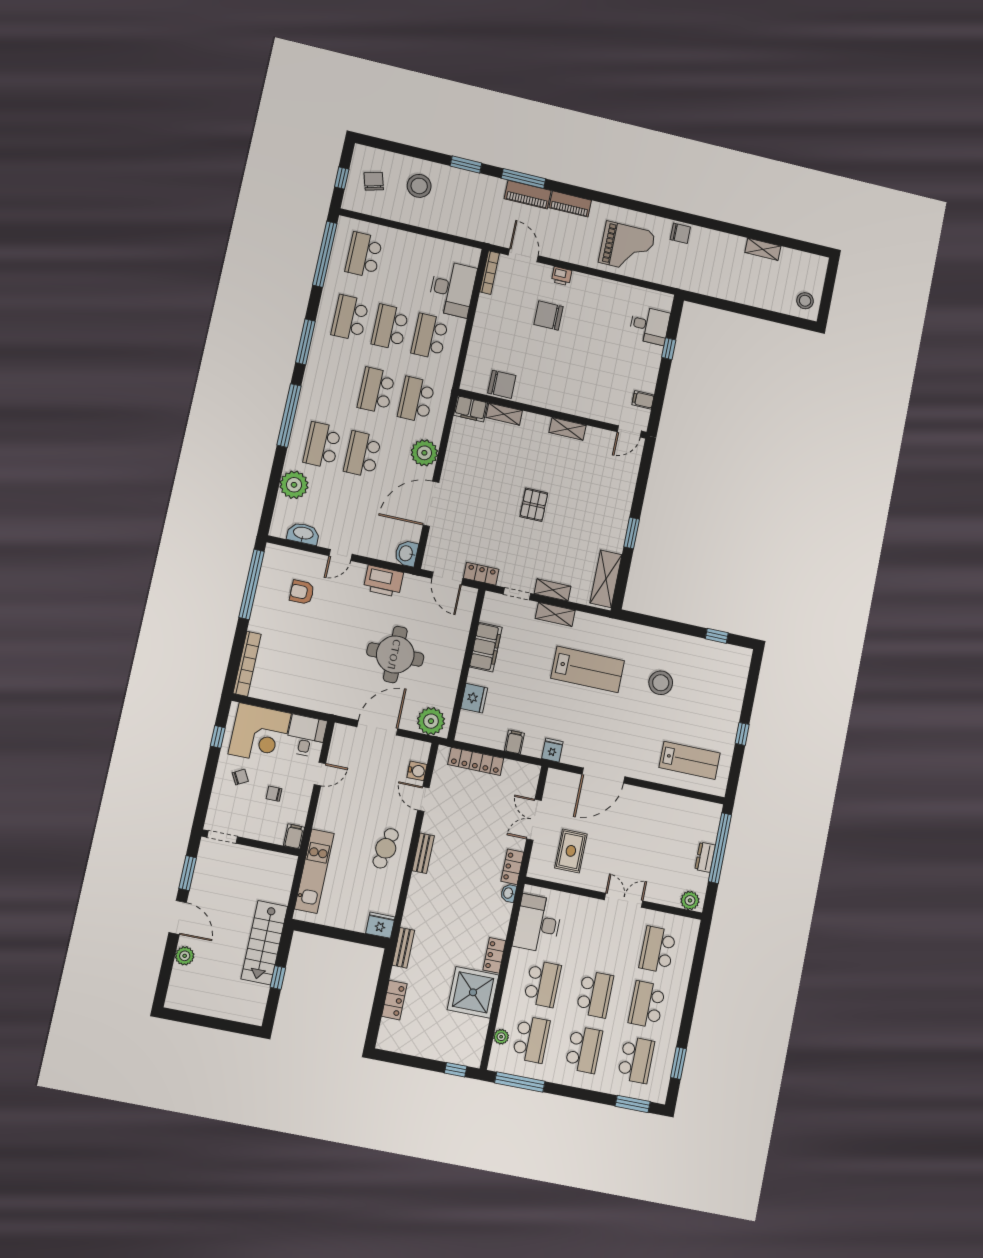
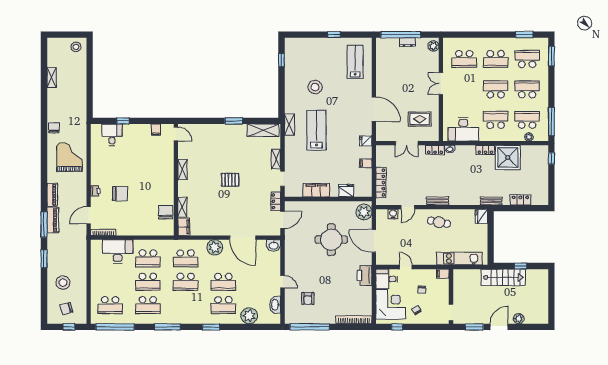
chair: (549, 316) -> (120, 194), turned -90
window: (289, 416) -> (211, 327), width x0.47
printer: (383, 581) -> (364, 276), moved, turned 180
shelving: (555, 614) -> (289, 125), moved

